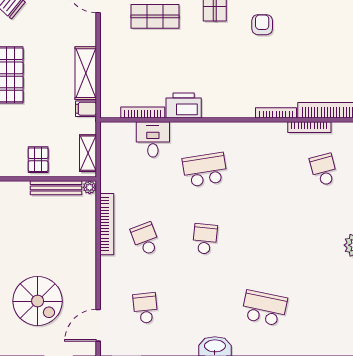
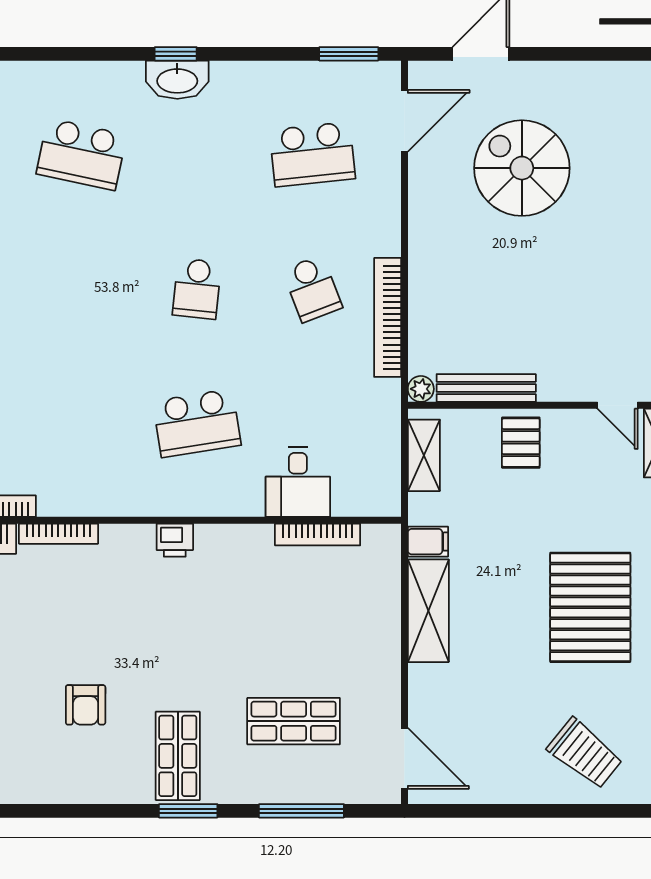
printer: (184, 105) -> (175, 540), moved, width x0.53, depth x0.68
school desk: (145, 308) -> (312, 154), width x1.85

